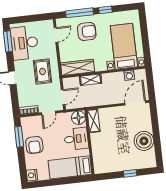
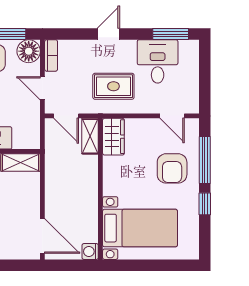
desk: (24, 43) -> (158, 61), width x0.73
wardrobe: (78, 67) -> (113, 137), width x0.67
washing machine: (129, 75) -> (90, 252), moved
shelving: (91, 80) -> (90, 136), moved
floor lamp: (78, 118) -> (29, 51), moved

